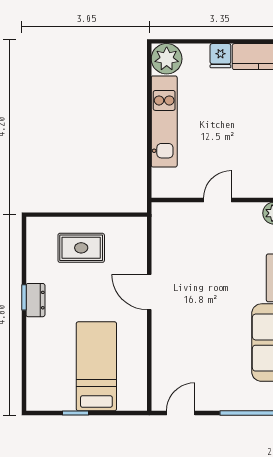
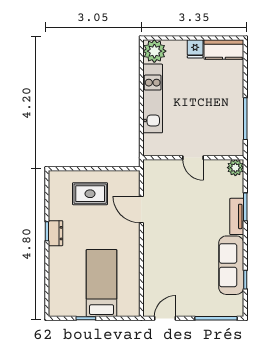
door: (218, 200) -> (193, 158), swing flipped
door: (149, 292) -> (141, 210), moved

